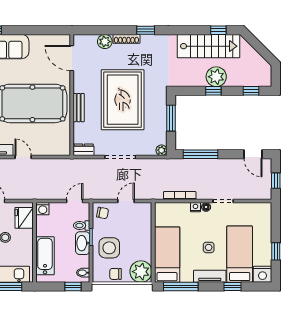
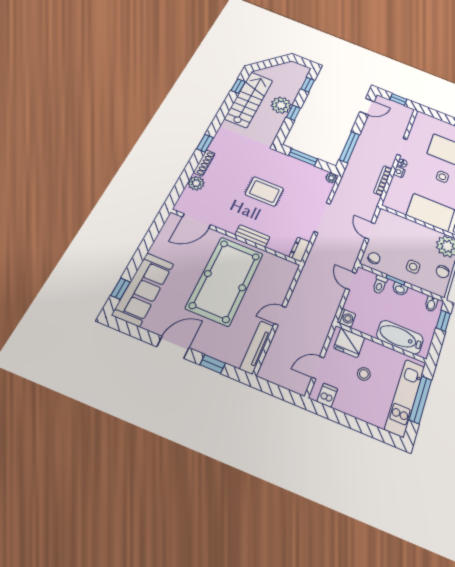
rug: (123, 100) -> (264, 191), width x0.54, depth x0.49
washbasin: (83, 243) -> (400, 289), width x0.52, depth x0.69
side table: (109, 248) -> (413, 267), width x0.54, depth x0.54

